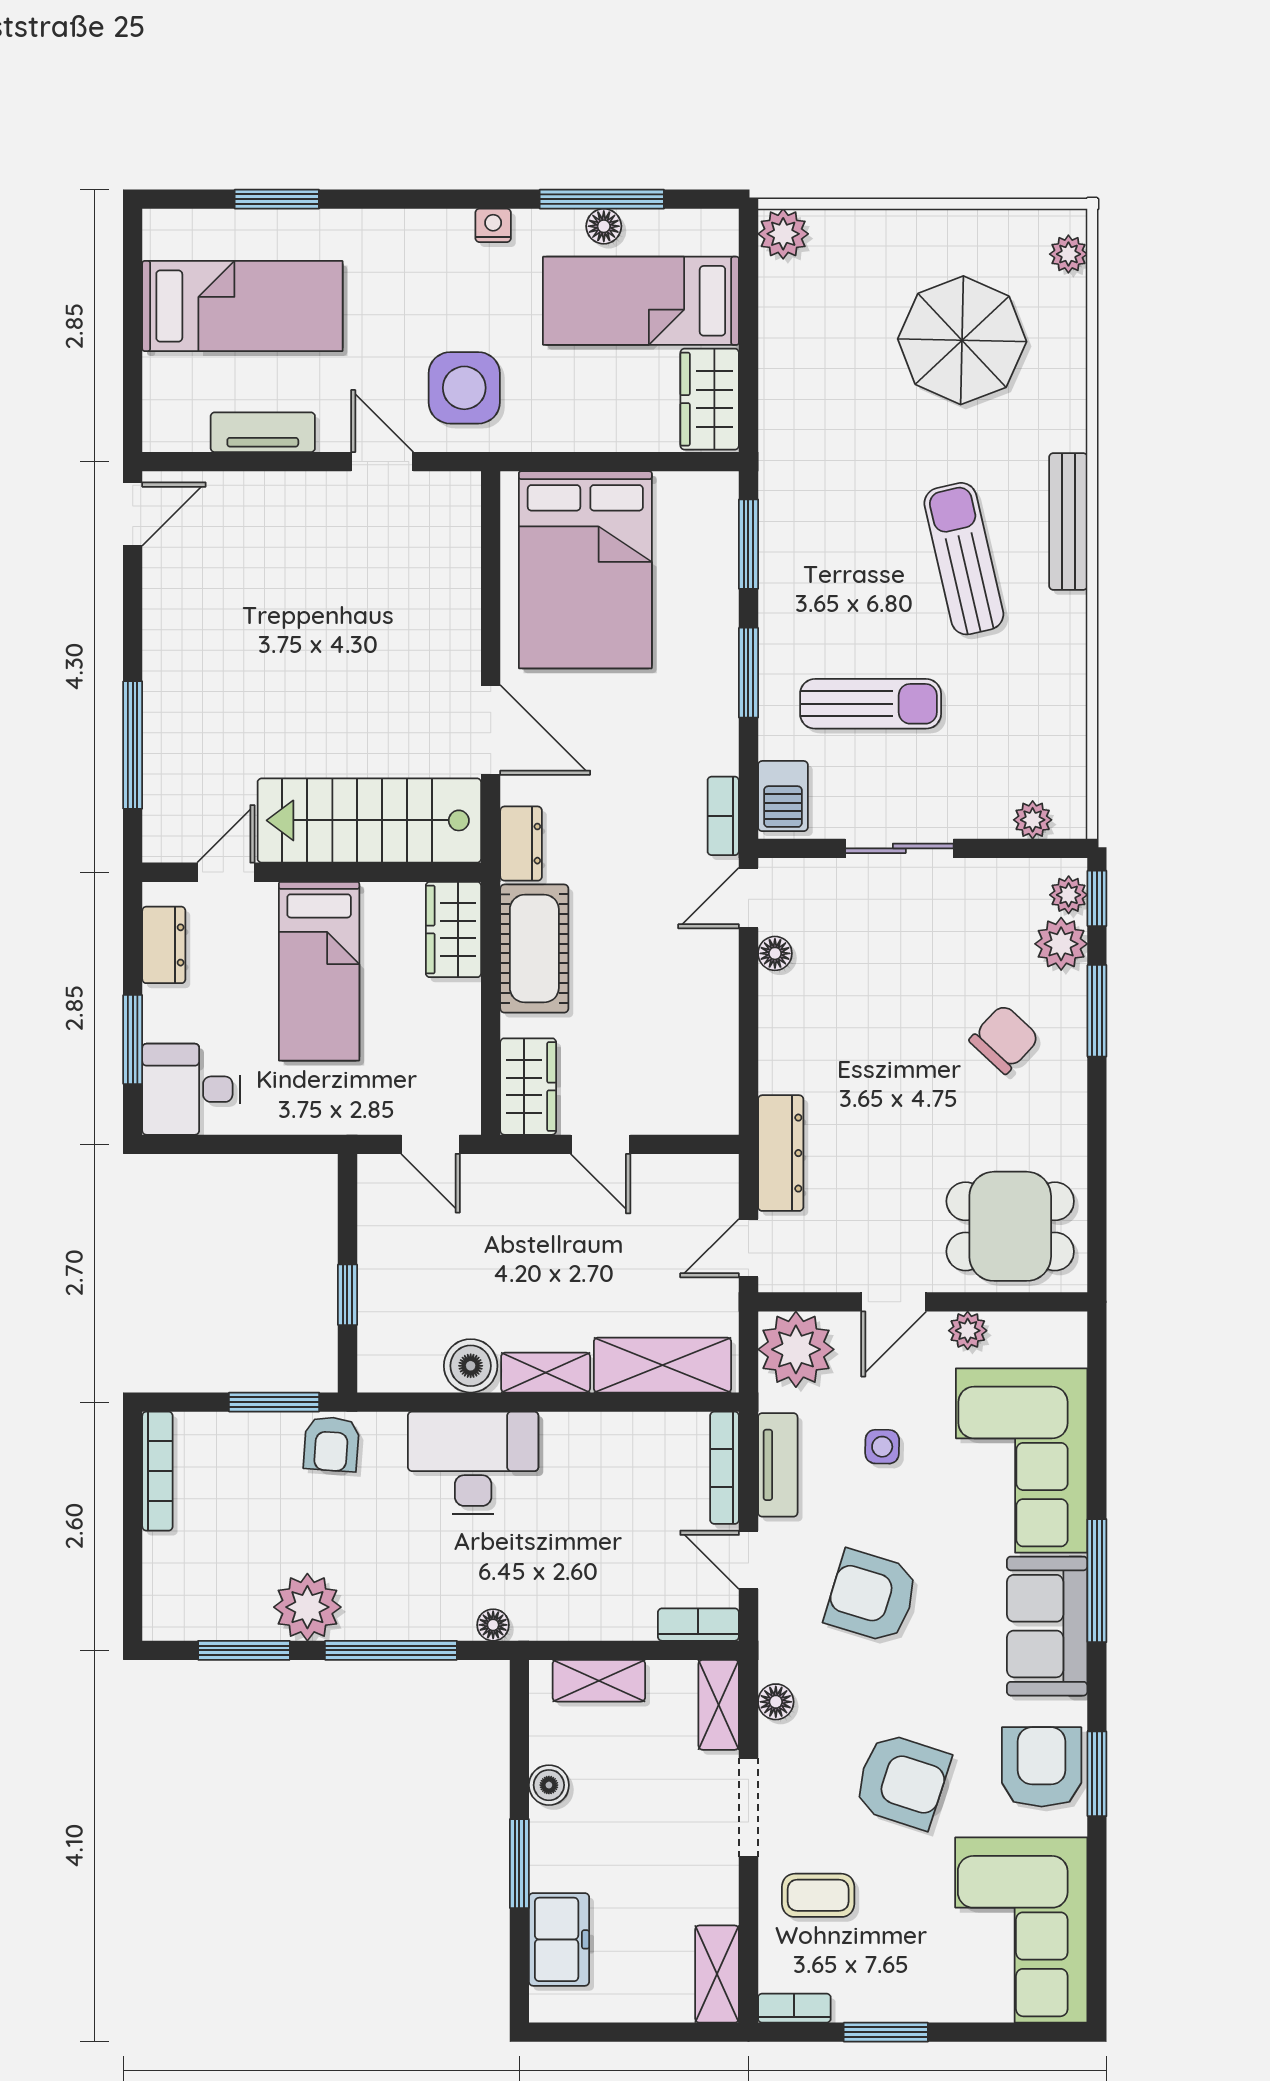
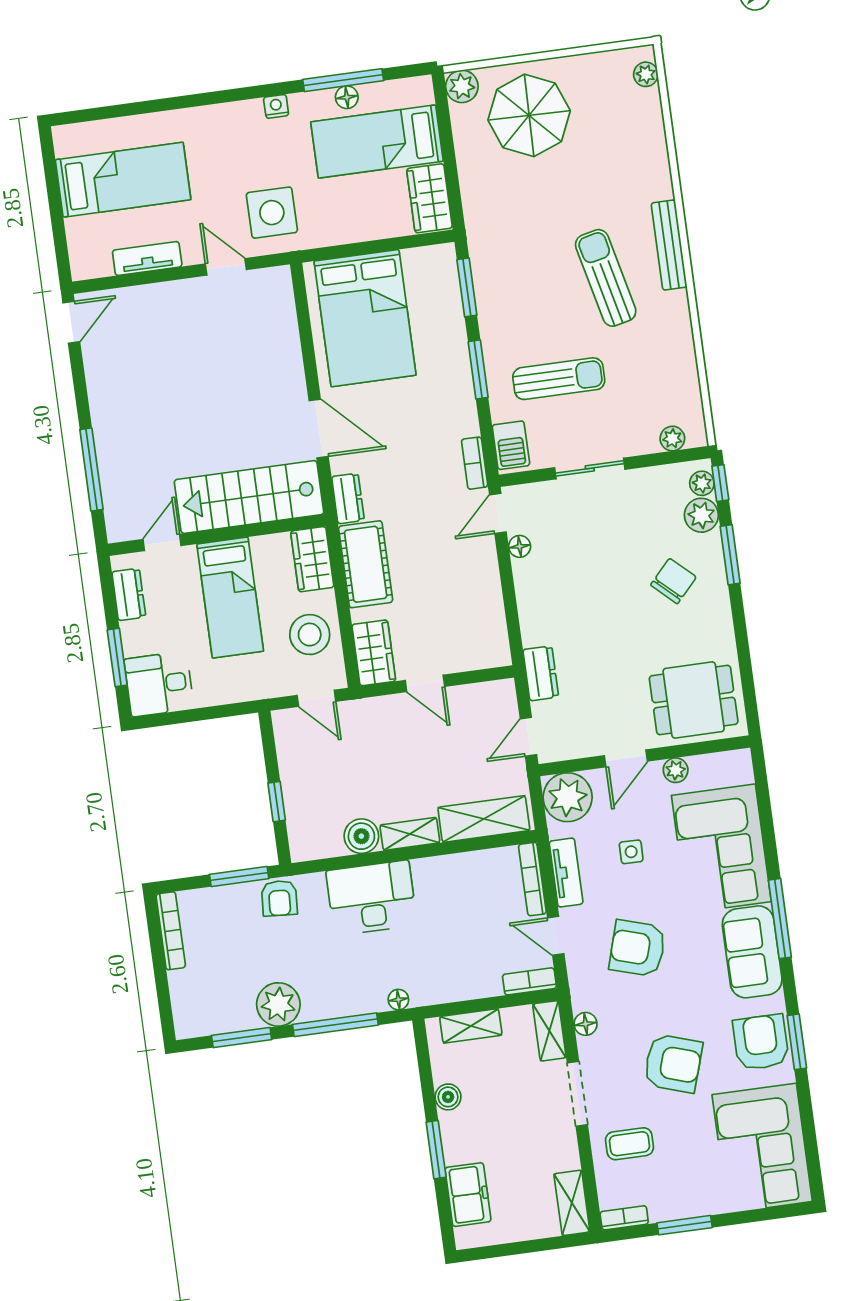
window: (277, 199) -> (136, 108), removed
parasol: (962, 340) -> (529, 115), moved
stool: (434, 1045) -> (310, 635), added
dresser: (781, 1153) -> (541, 673), width x0.70

